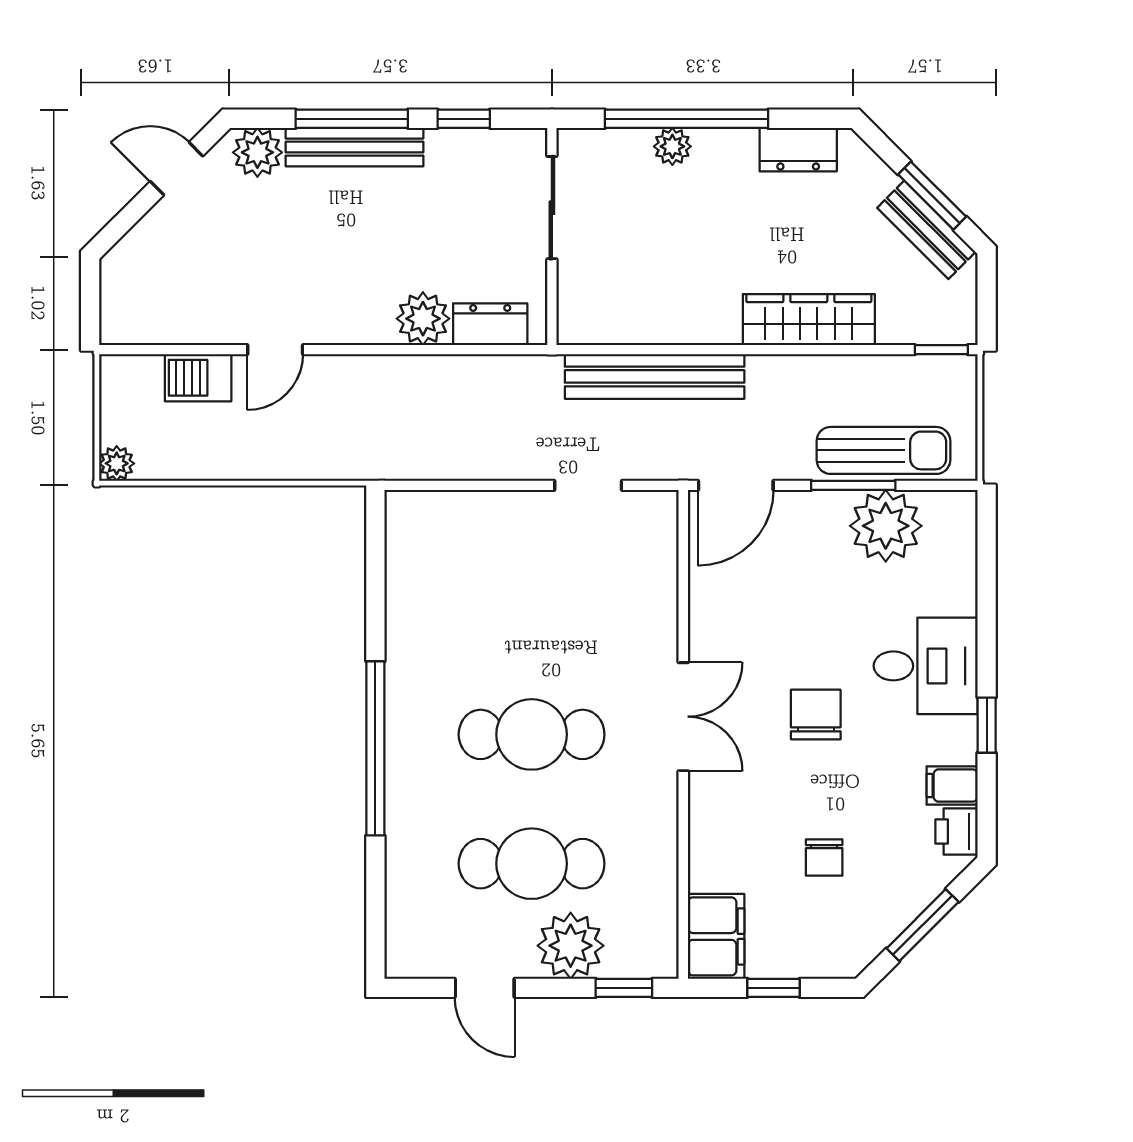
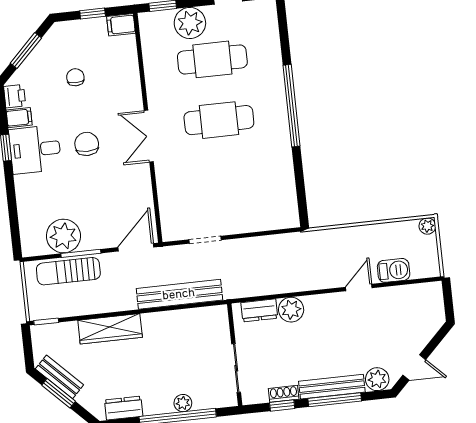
shoe rack: (458, 143) -> (284, 394), added
desk: (926, 666) -> (35, 149), moved
chair: (816, 714) -> (87, 144), turned 180
filing cabinet: (716, 936) -> (121, 25), width x0.50

